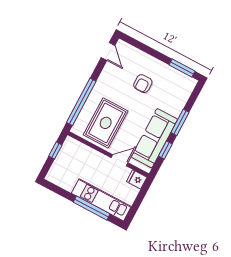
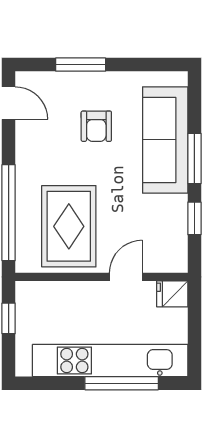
window: (182, 68) -> (81, 65), moved
sofa: (154, 138) -> (165, 140), moved
kitchen unit: (101, 200) -> (110, 361), width x1.36

